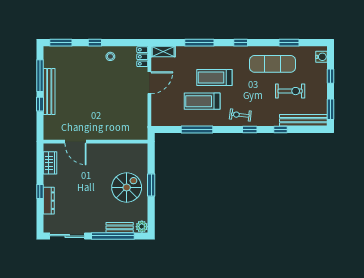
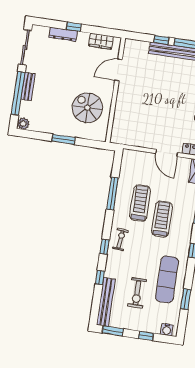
spiral stairs: (127, 187) -> (87, 108), moved, turned 180
bench: (120, 227) -> (28, 87), moved

